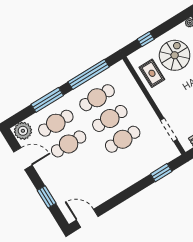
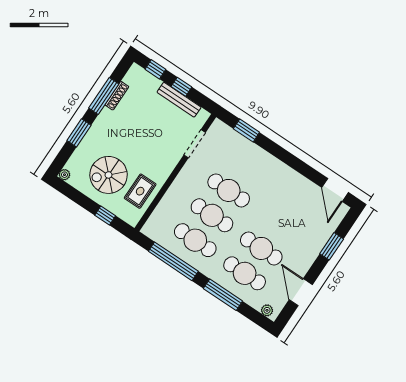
plant: (23, 131) -> (267, 310), width x0.53, depth x0.53

